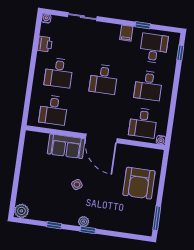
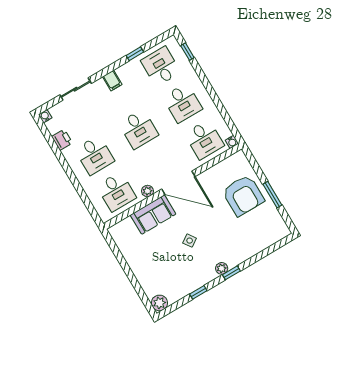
filing cabinet: (126, 33) -> (112, 80), moved
plant: (75, 127) -> (147, 191), added
window: (157, 218) -> (272, 195), moved

